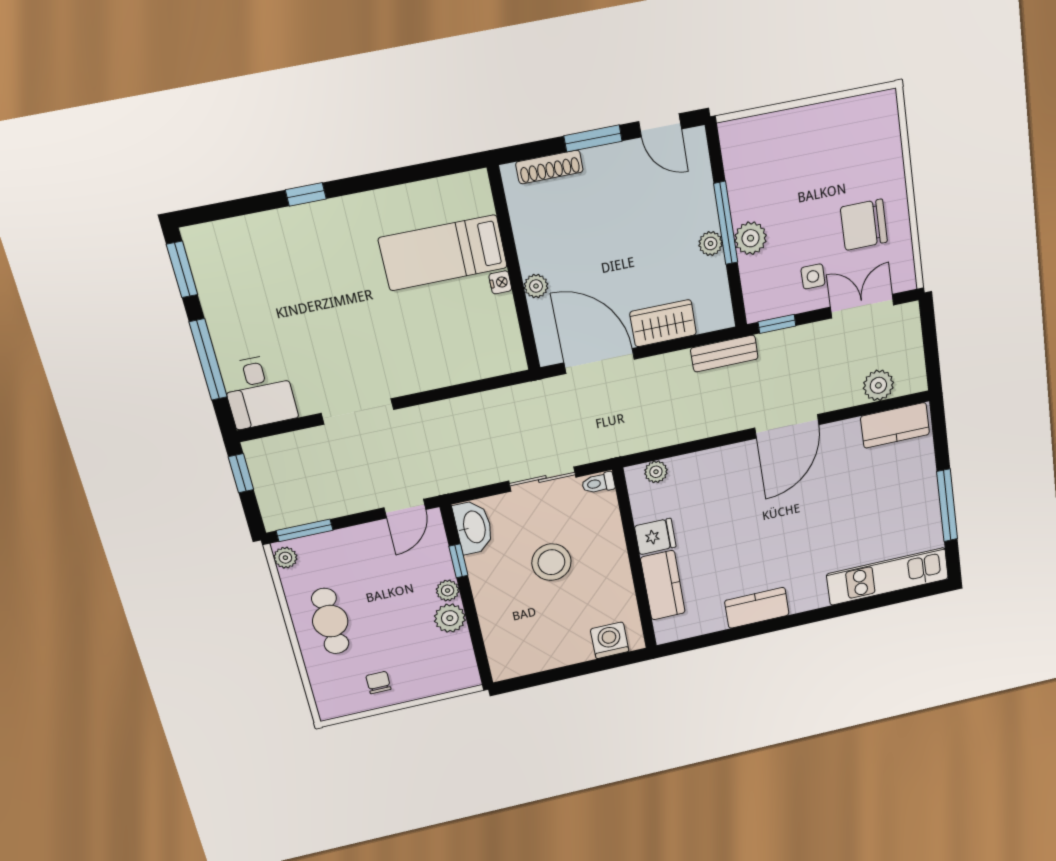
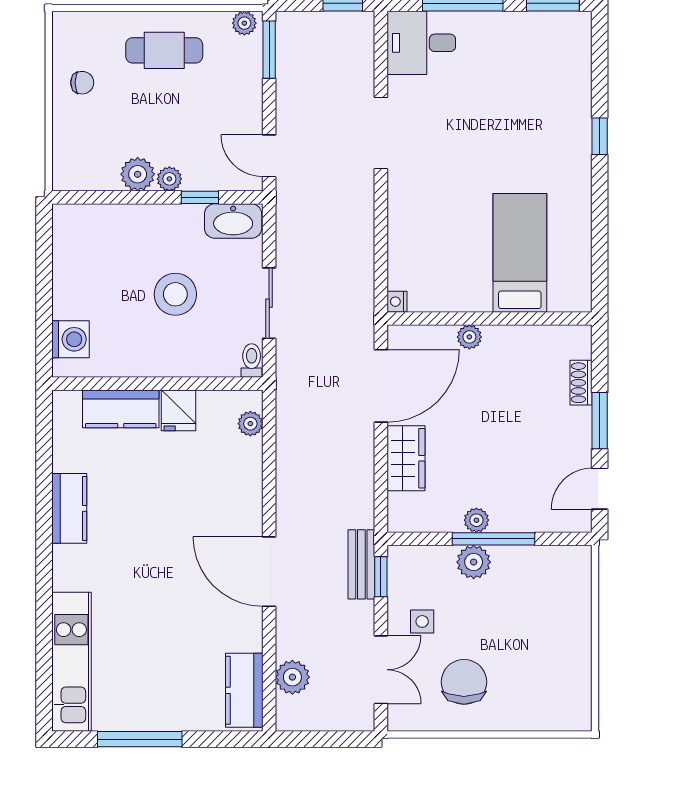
shoe rack: (549, 167) -> (581, 383), width x0.70
nightstand: (500, 282) -> (397, 302), moved, turned 90
bench: (724, 354) -> (361, 564), moved

